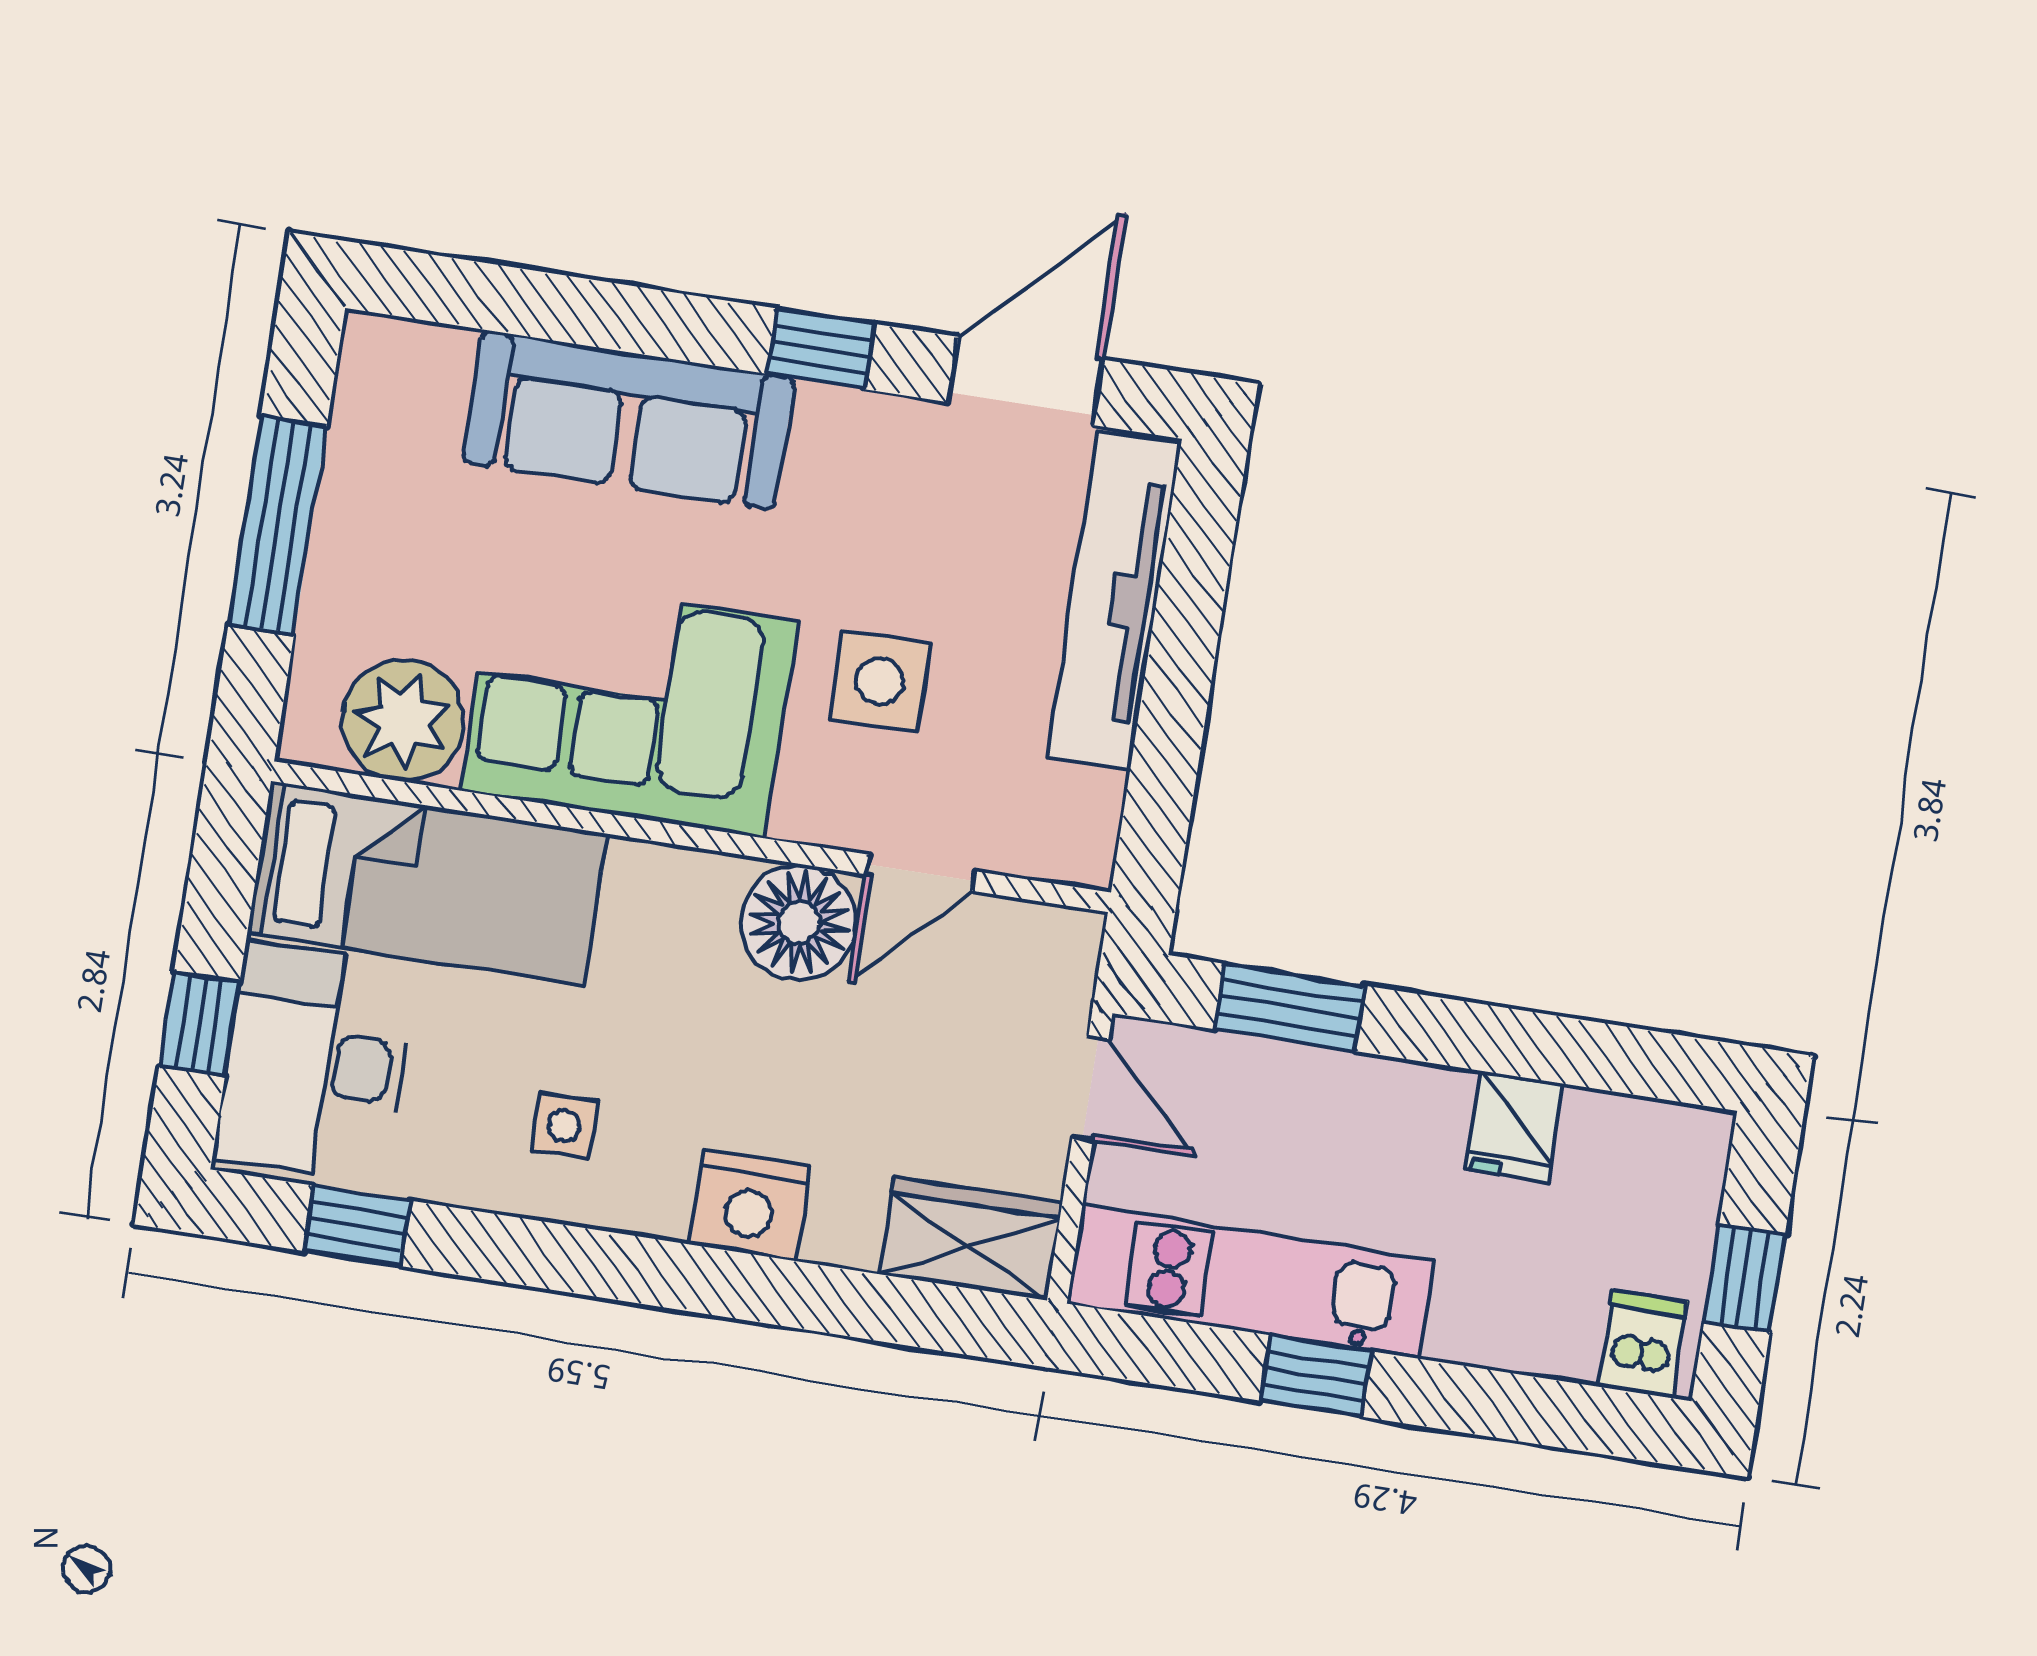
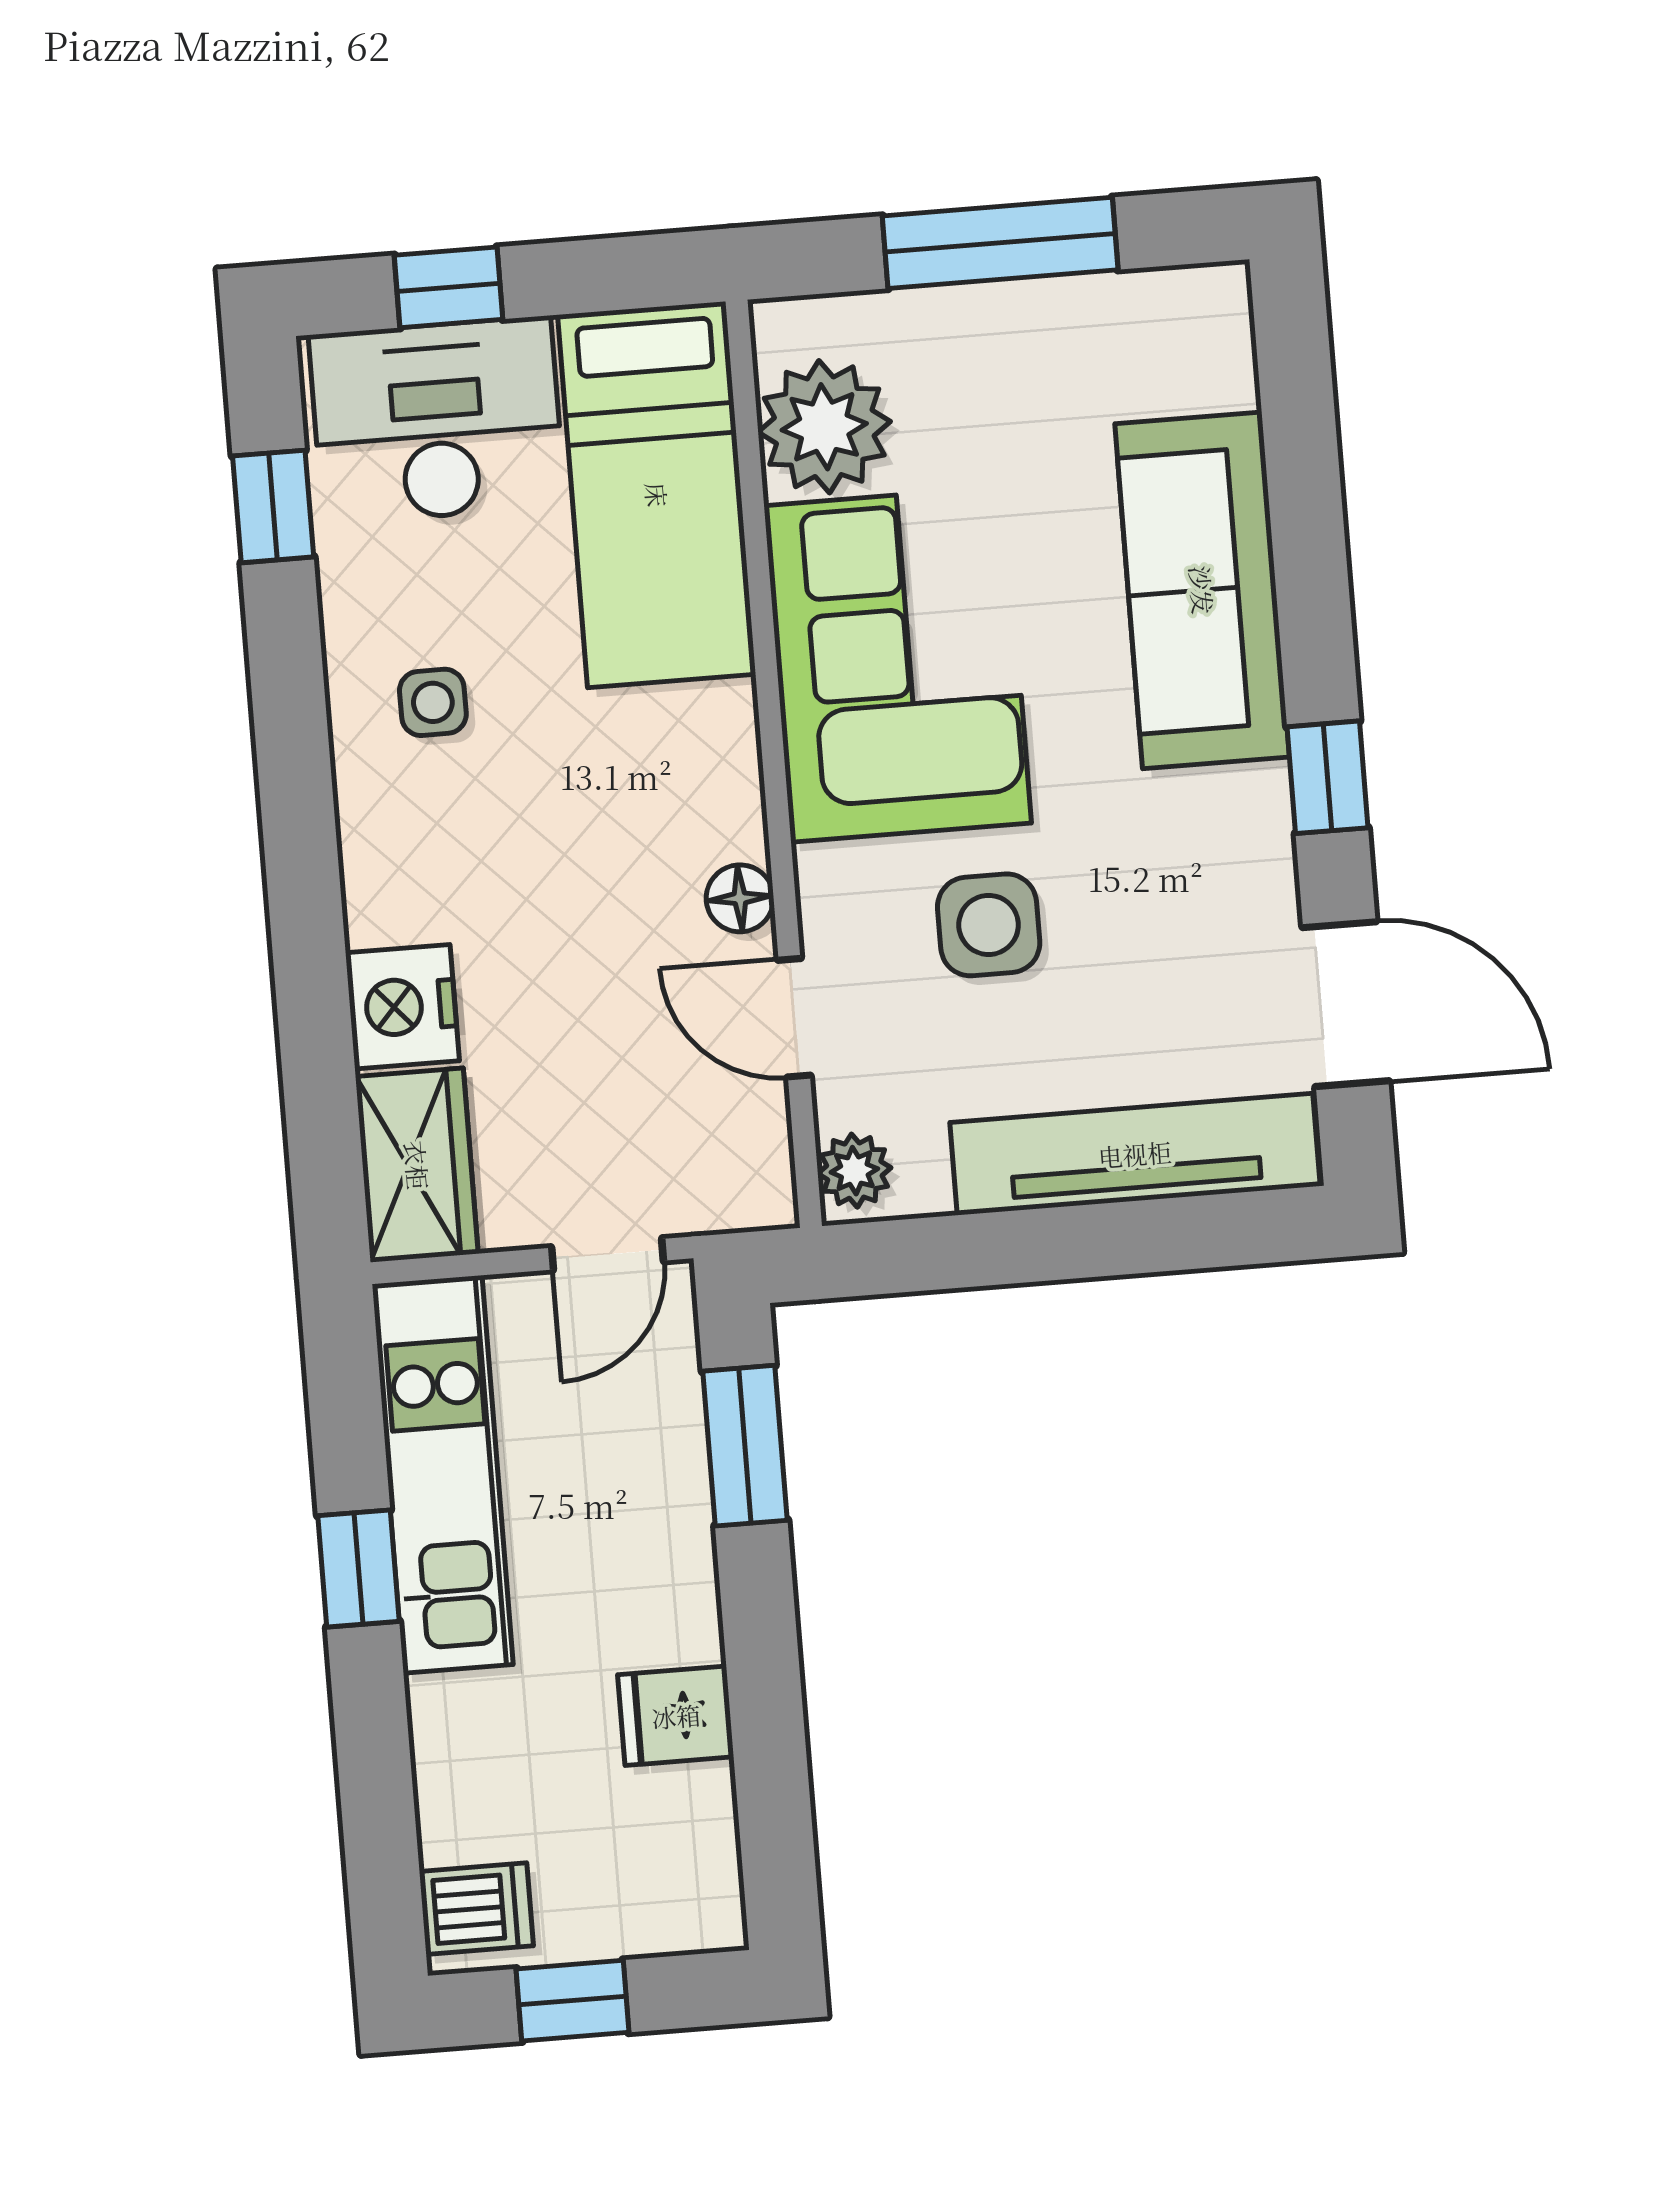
plant: (1069, 852) -> (854, 1171), added
floor lamp: (799, 922) -> (740, 898), width x0.53, depth x0.53
nightstand: (750, 1206) -> (402, 1007), moved

